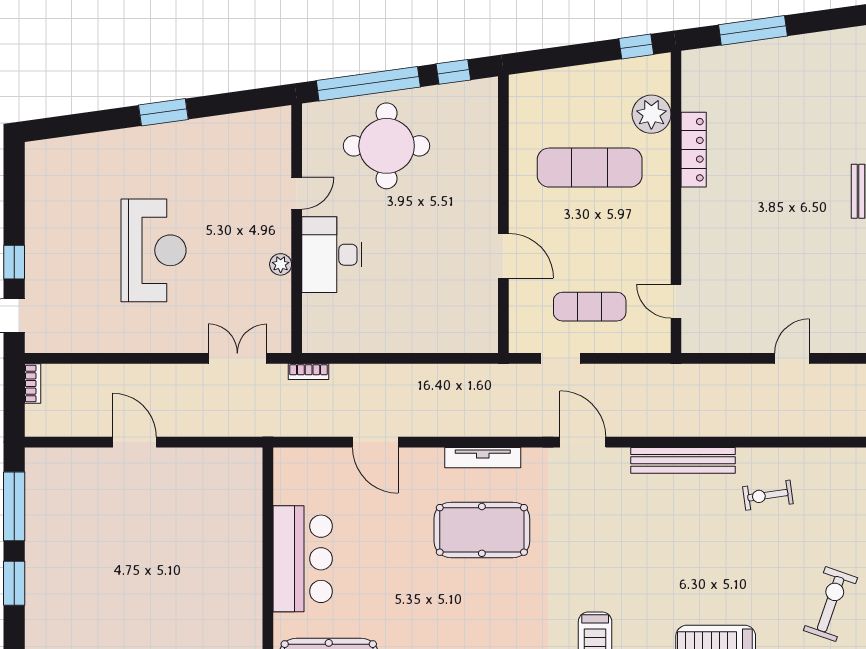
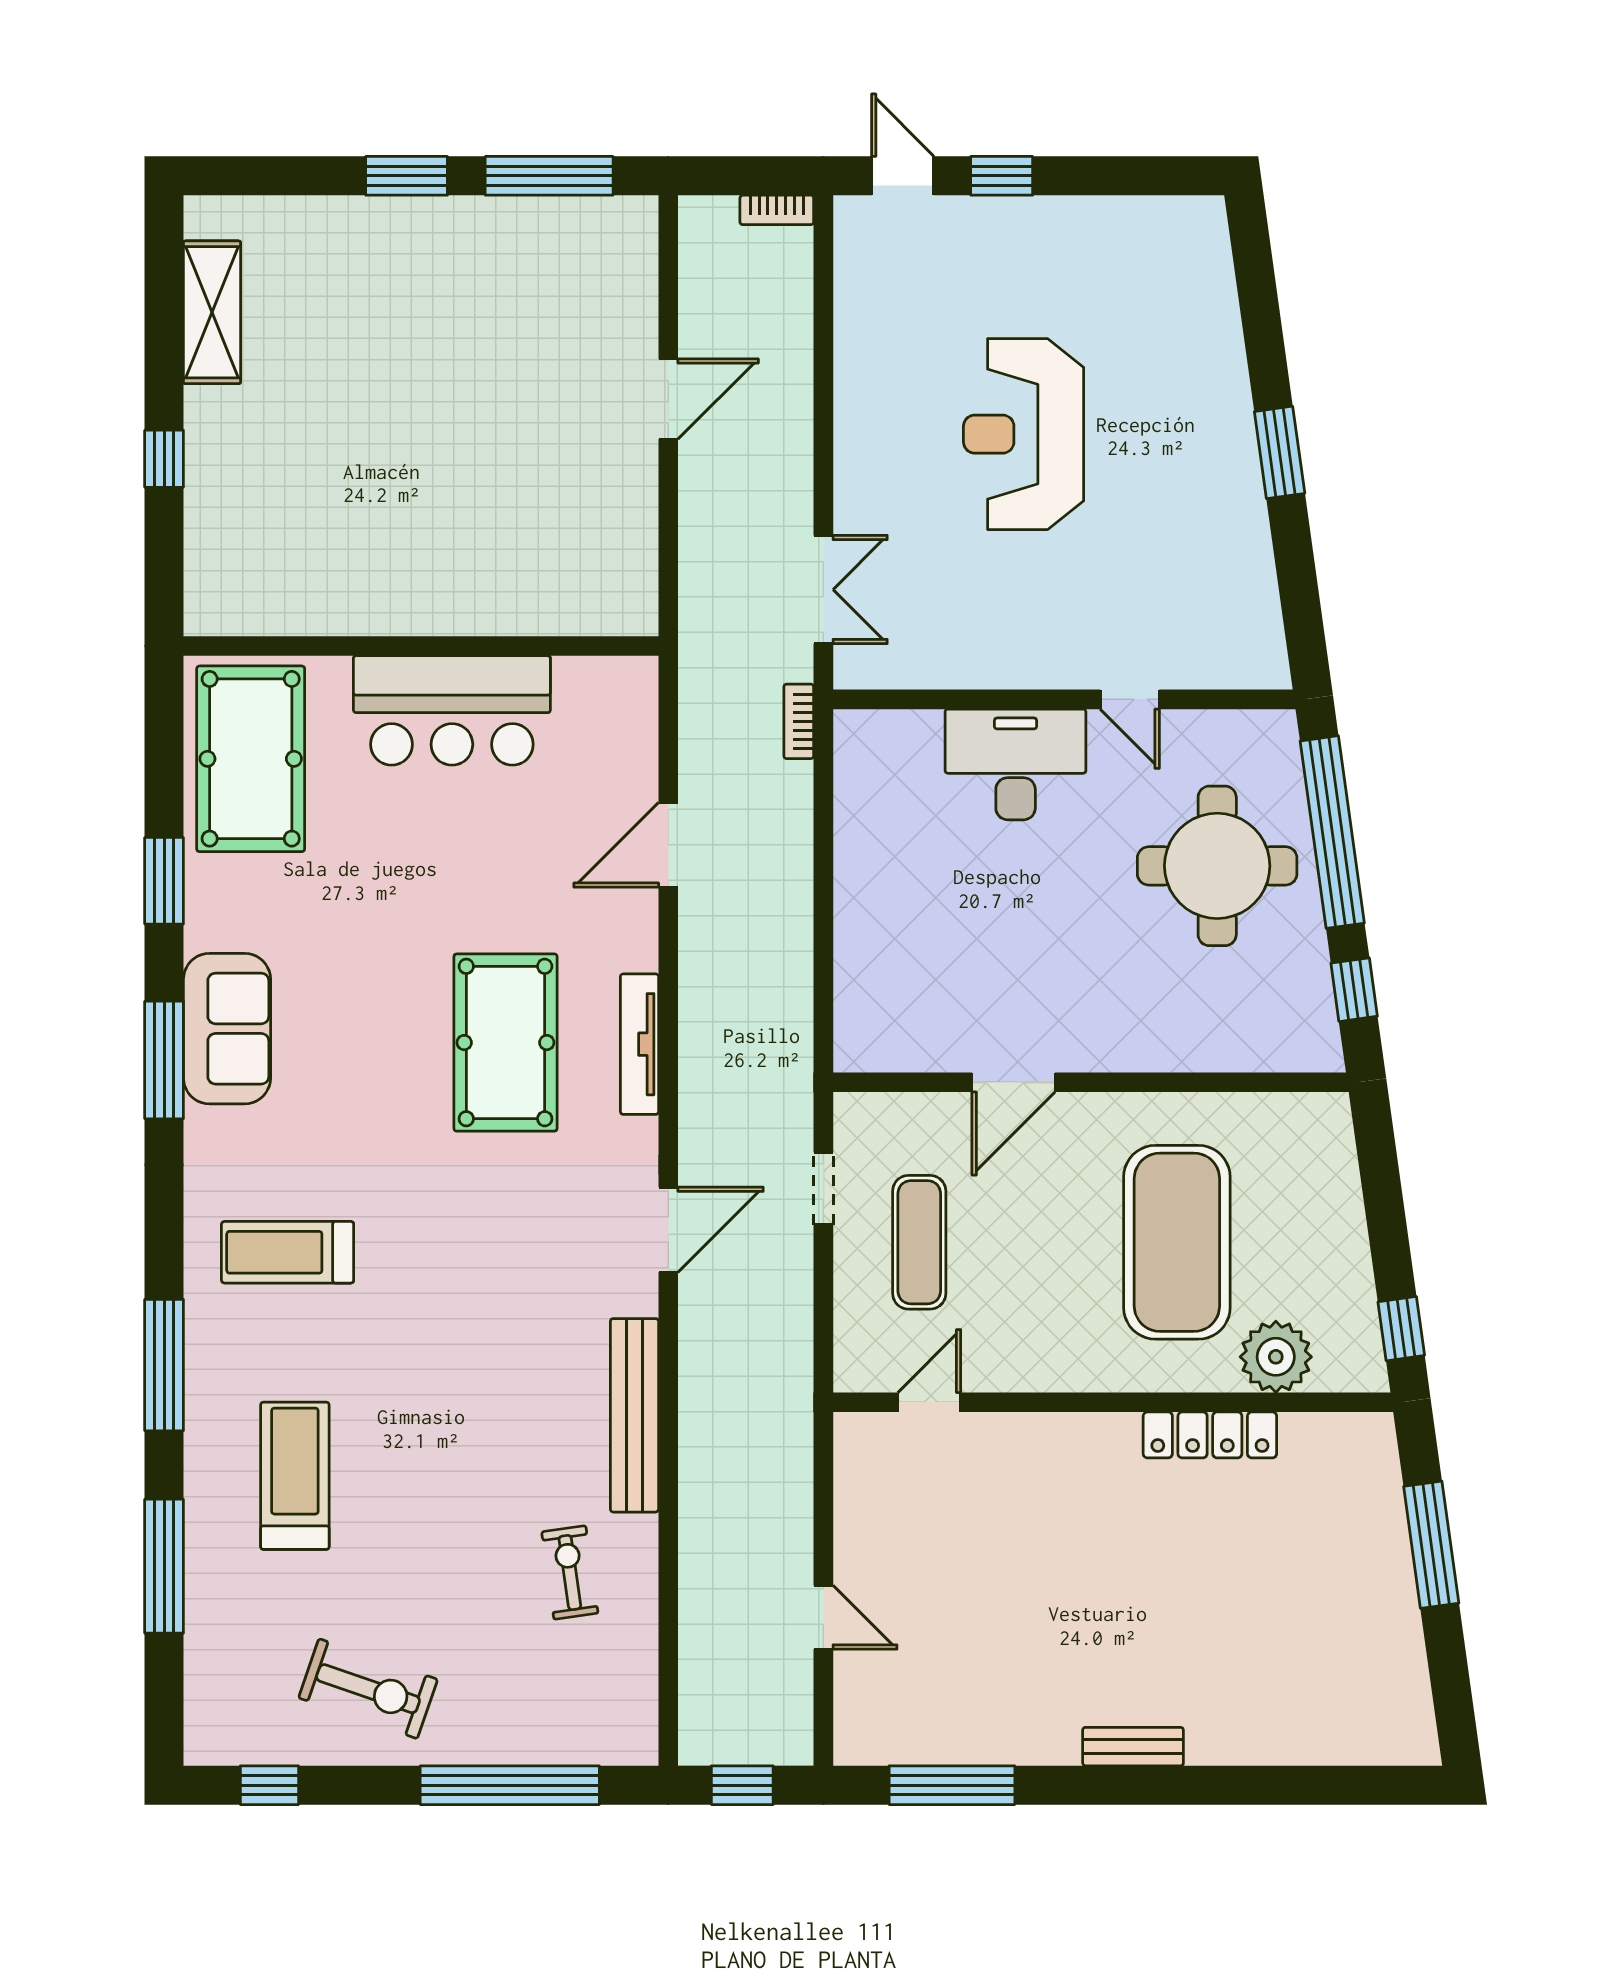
exercise mat: (590, 168) -> (1177, 1242), width x1.47
reception desk: (154, 250) -> (1024, 434), turned 90
plant: (281, 264) -> (997, 670), removed

